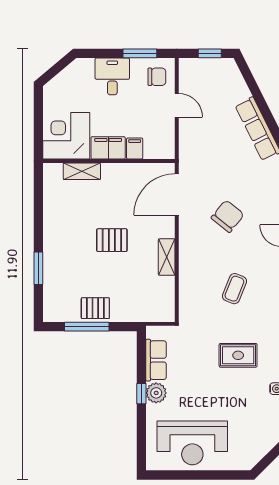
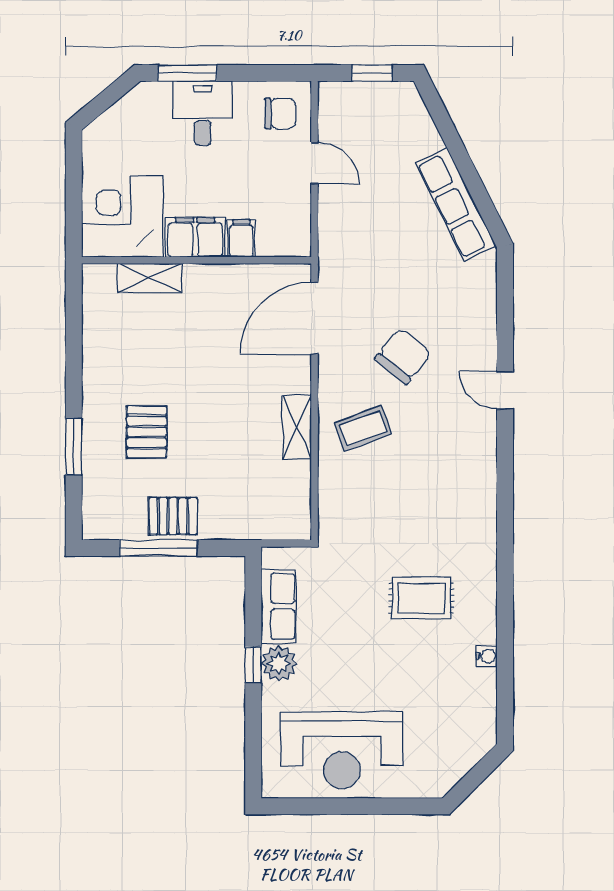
window: (140, 53) -> (187, 73), moved
pallet: (112, 240) -> (147, 432), moved, turned 90
coffee table: (234, 289) -> (363, 429), moved, turned 48

